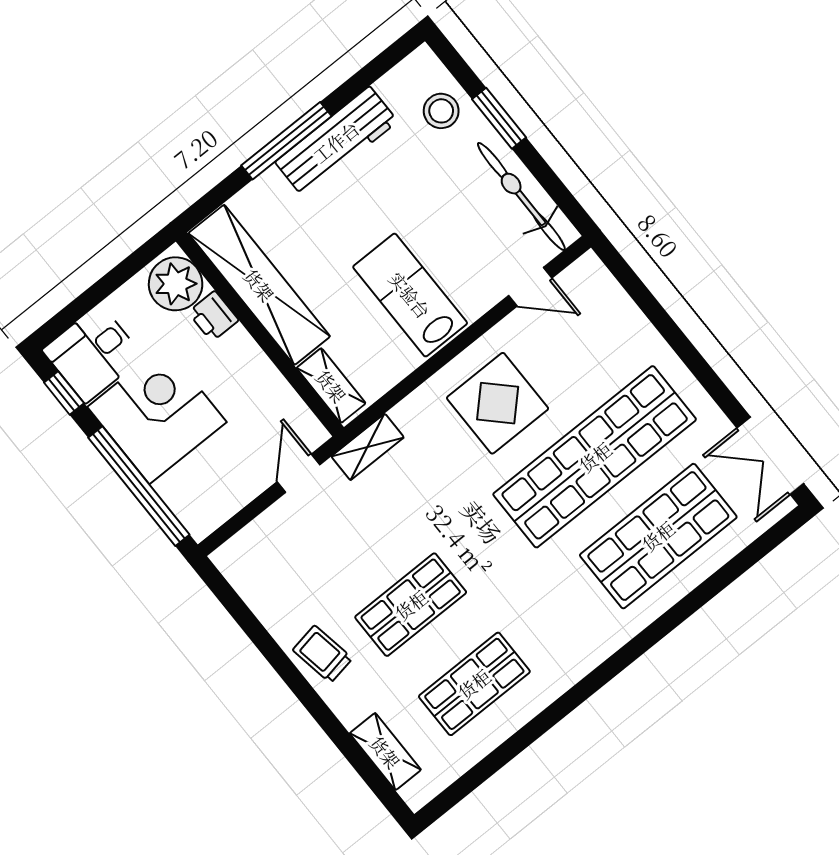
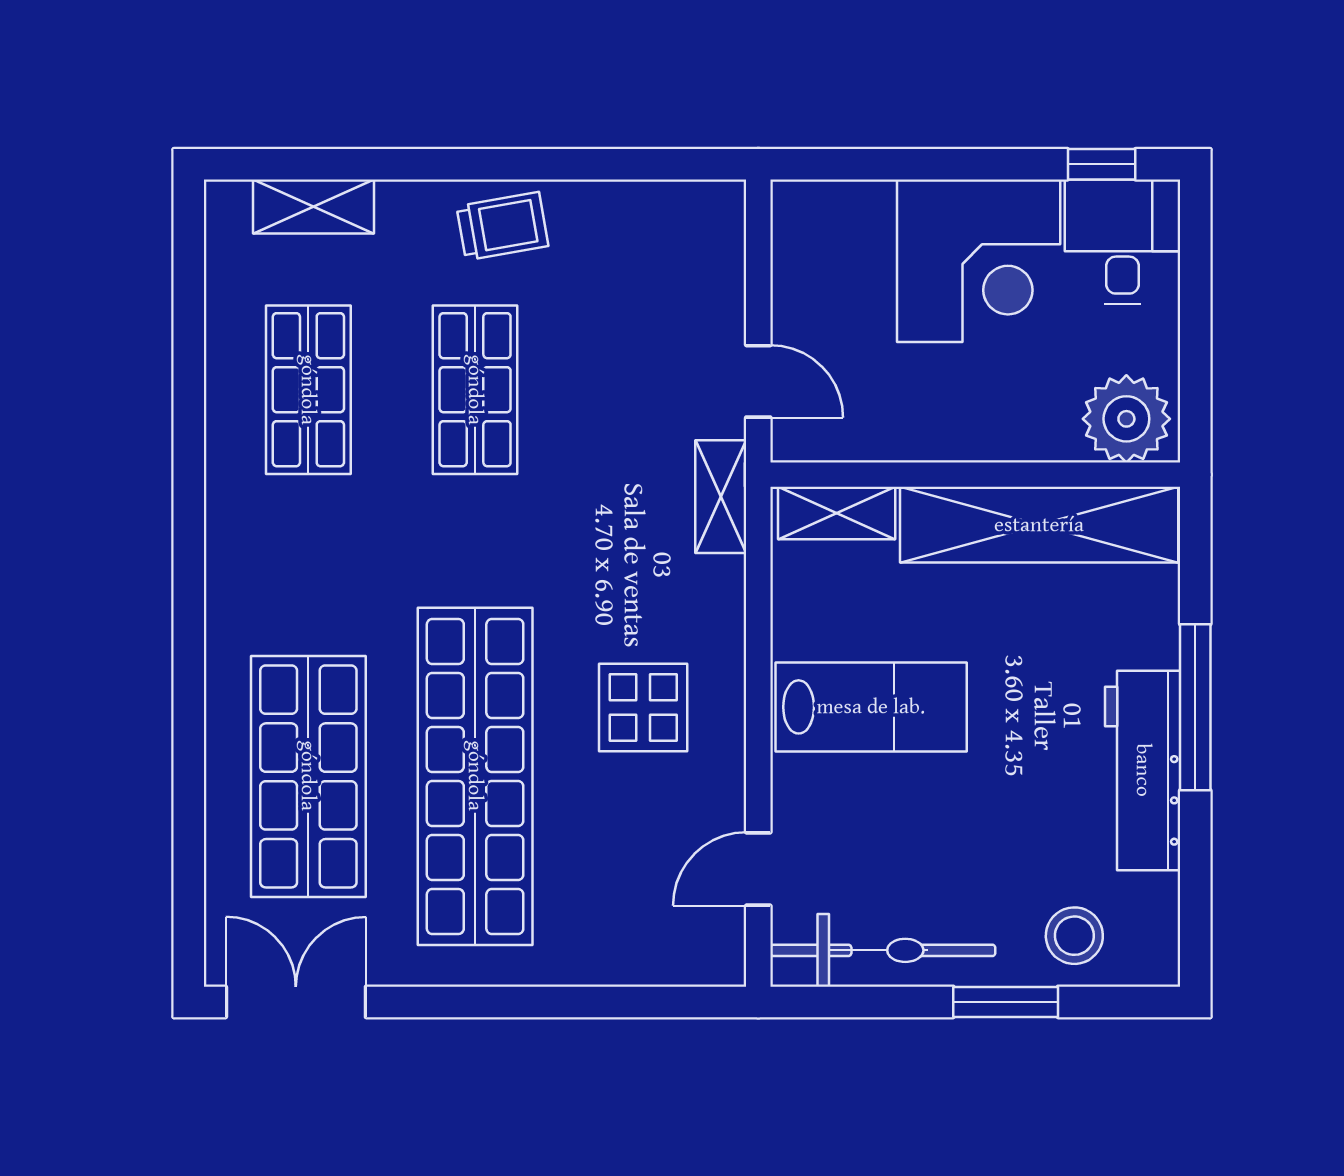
printer: (213, 316) -> (1046, 434), removed
display table: (498, 403) -> (643, 708), width x0.73, depth x0.73
window: (139, 486) -> (905, 164), removed

